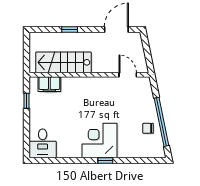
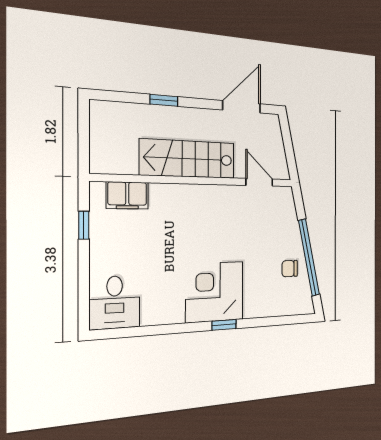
stairs: (64, 62) -> (188, 159), moved

